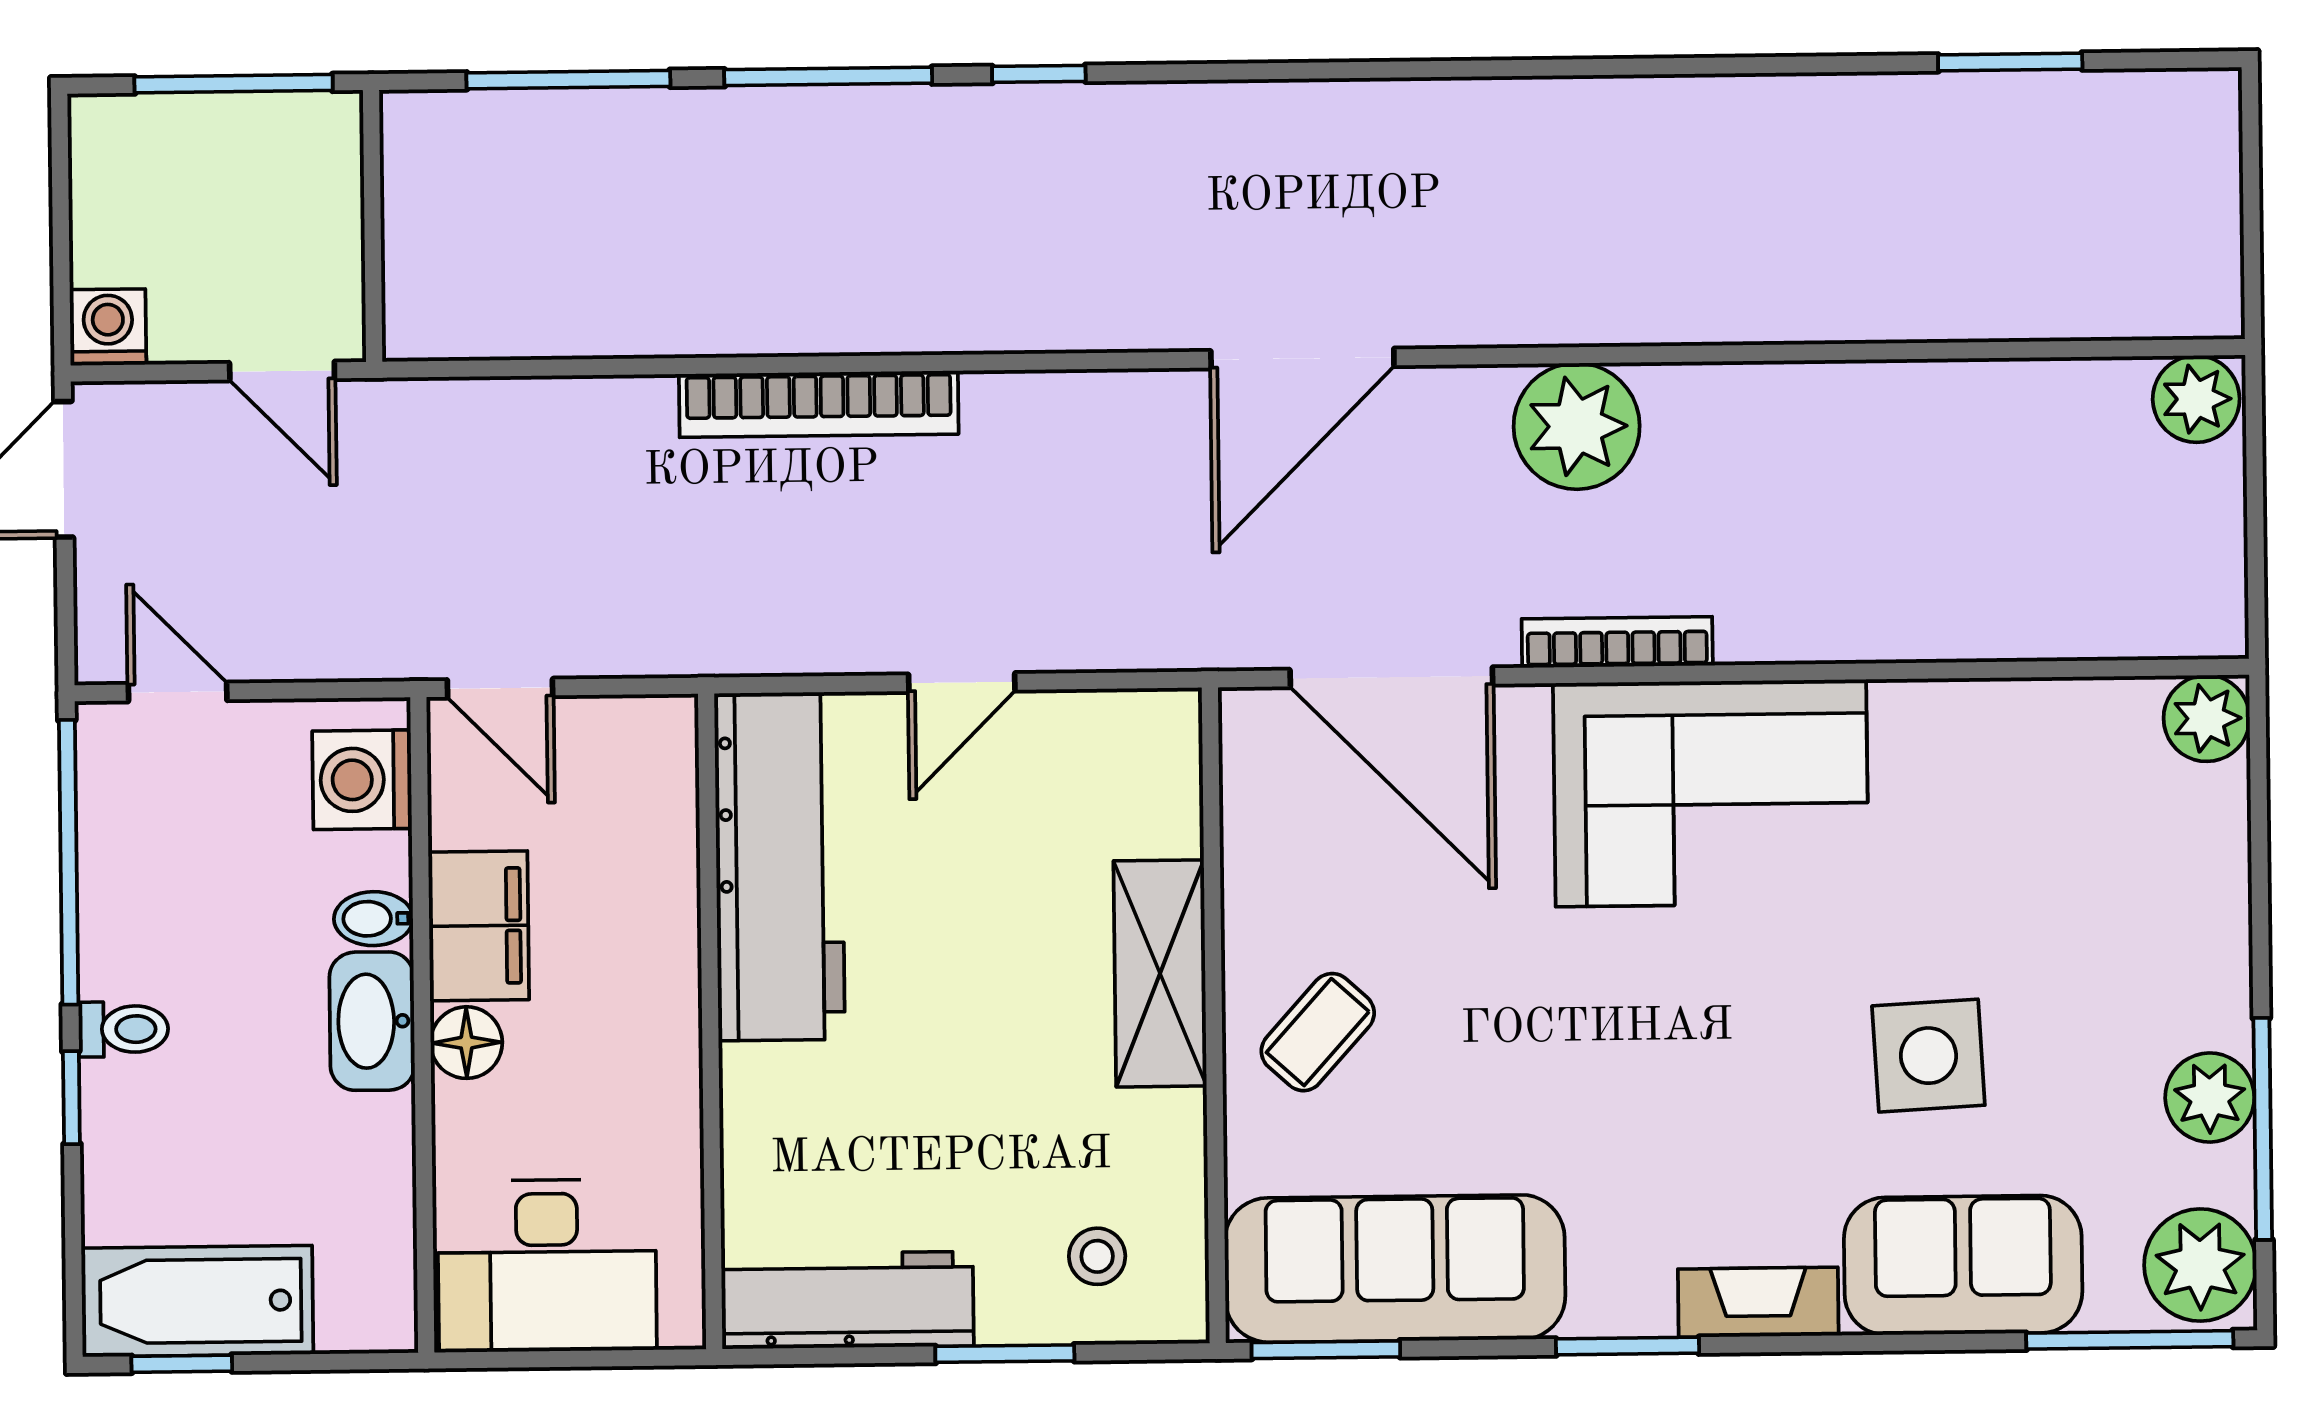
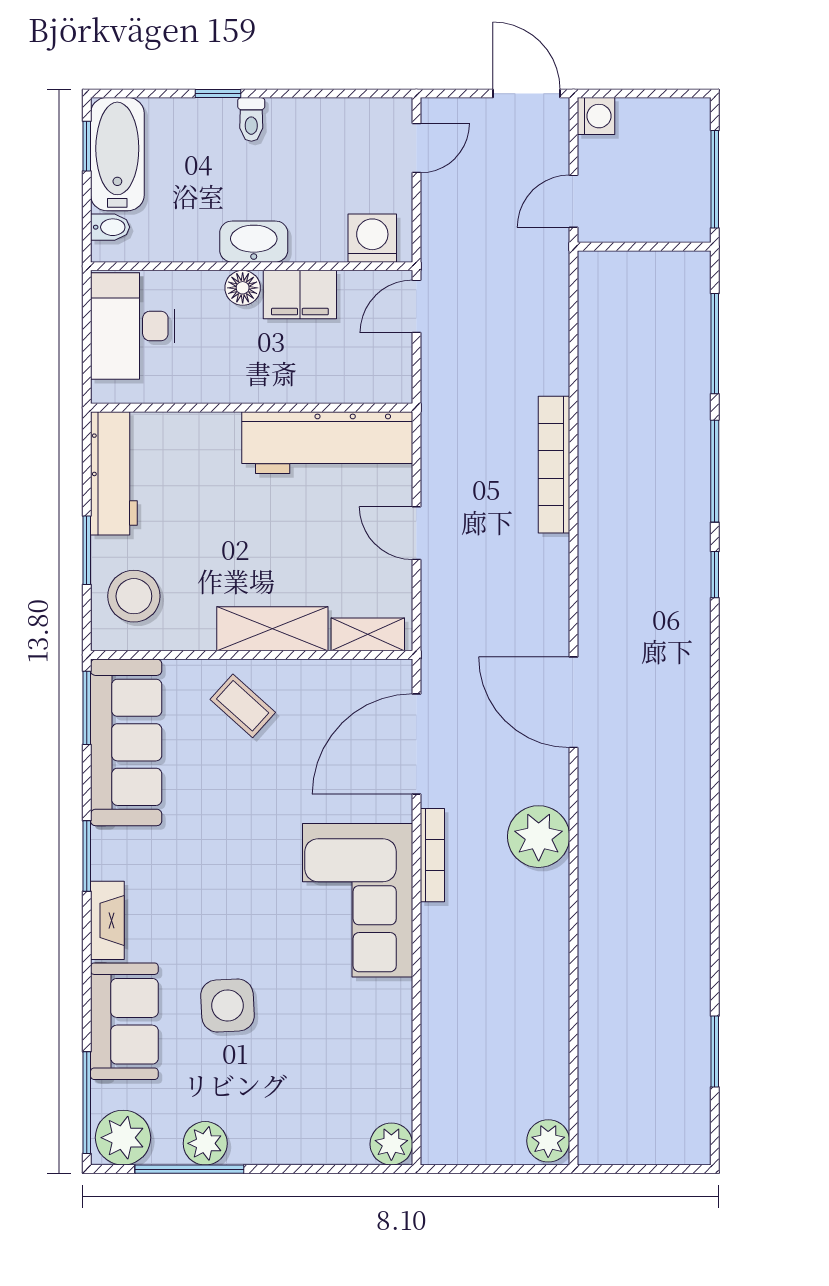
shelving: (1169, 779) -> (368, 634), added
window: (69, 862) -> (334, 94), removed
bidet: (373, 919) -> (110, 227), moved, turned 90
stool: (1097, 1256) -> (134, 596), width x1.89, depth x1.89

